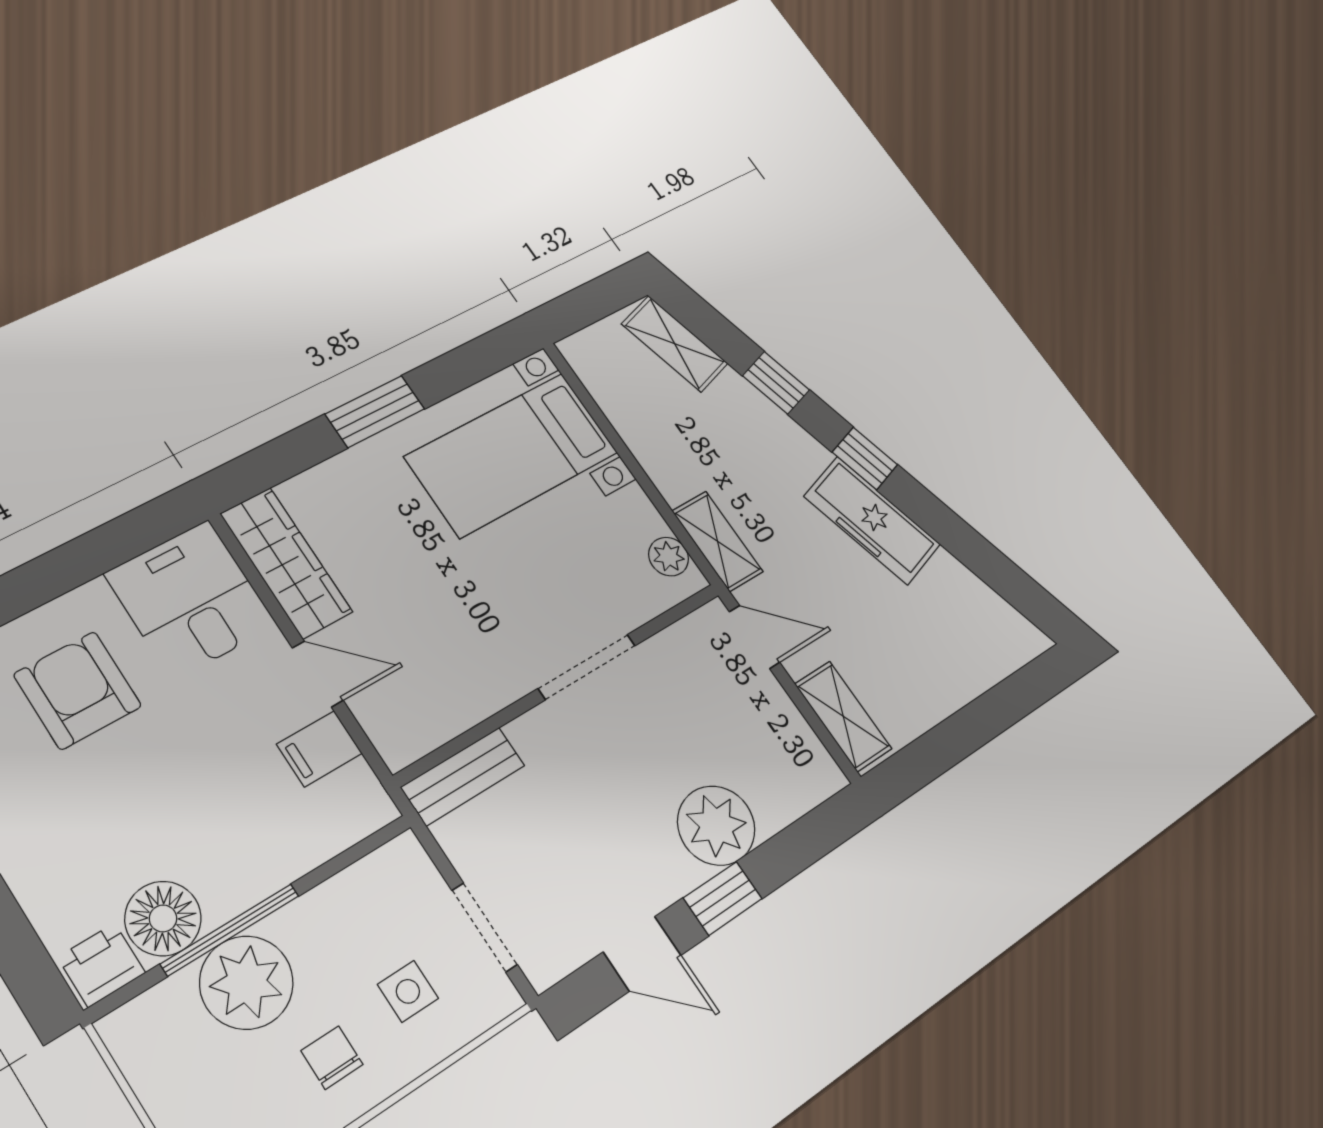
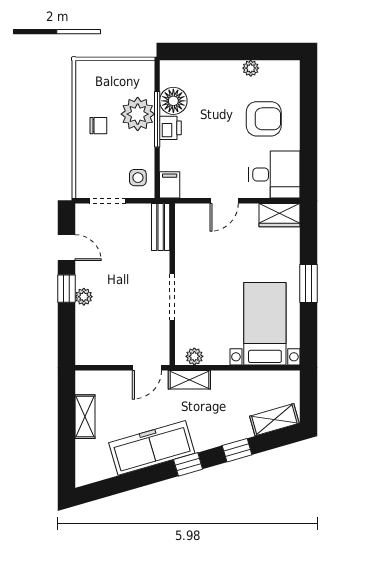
freezer: (872, 520) -> (152, 448), width x1.36, depth x1.26
wardrobe: (286, 563) -> (280, 215), width x0.67
shelving: (843, 716) -> (85, 417), moved, turned 90
filing cabinet: (319, 749) -> (170, 185), moved
plant: (716, 825) -> (84, 297), width x0.53, depth x0.53
door: (642, 954) -> (66, 248), swing flipped
printer: (102, 965) -> (170, 128), moved
side table: (408, 991) -> (138, 178), moved

